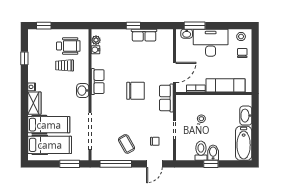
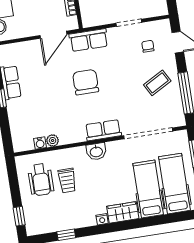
plant: (96, 40) -> (53, 141), moved
wheelchair: (68, 46) -> (41, 180), turned 180
door: (174, 72) -> (53, 35), swing flipped
row of seats: (98, 82) -> (103, 130), moved

